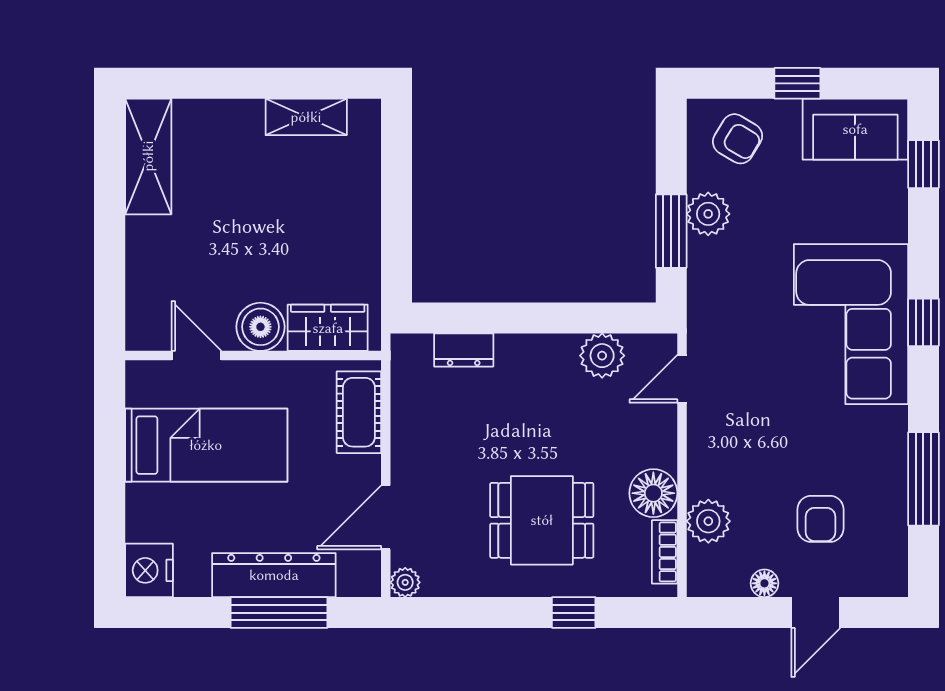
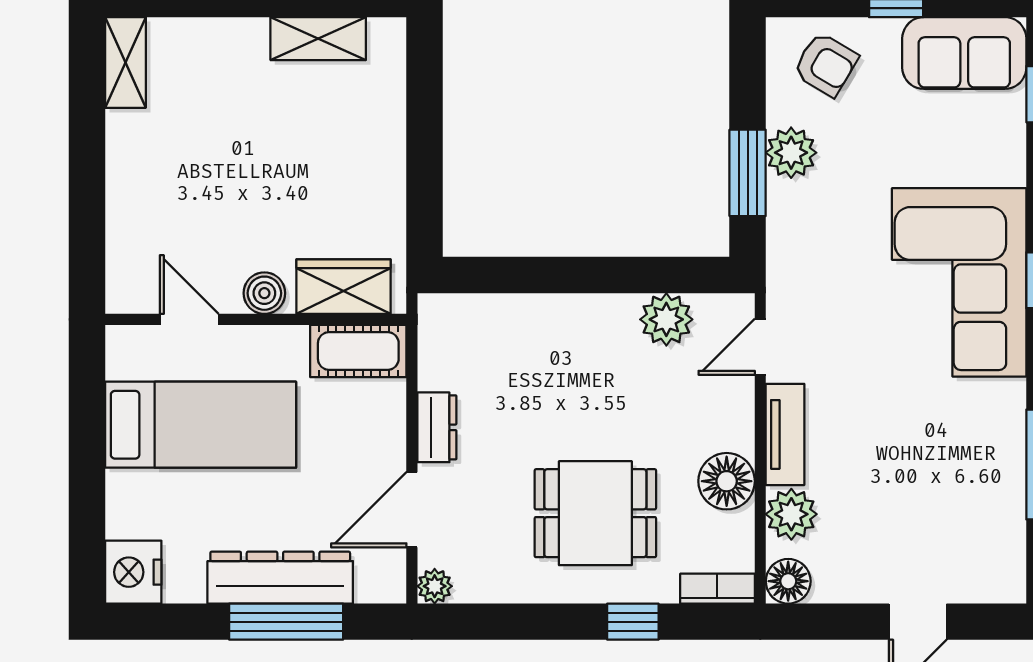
shelving: (148, 156) -> (125, 62), width x0.67, depth x0.75
boiler: (260, 327) -> (264, 293), width x0.73, depth x0.73
dresser: (464, 350) -> (437, 427), moved, turned -90
cot: (359, 412) -> (358, 351), moved, turned 90
tv unit: (703, 453) -> (785, 434), added
armchair: (821, 519) -> (923, 511), removed
bookcase: (665, 552) -> (717, 589), moved, turned 90
floor lamp: (764, 583) -> (788, 581), moved, width x1.37, depth x1.37

